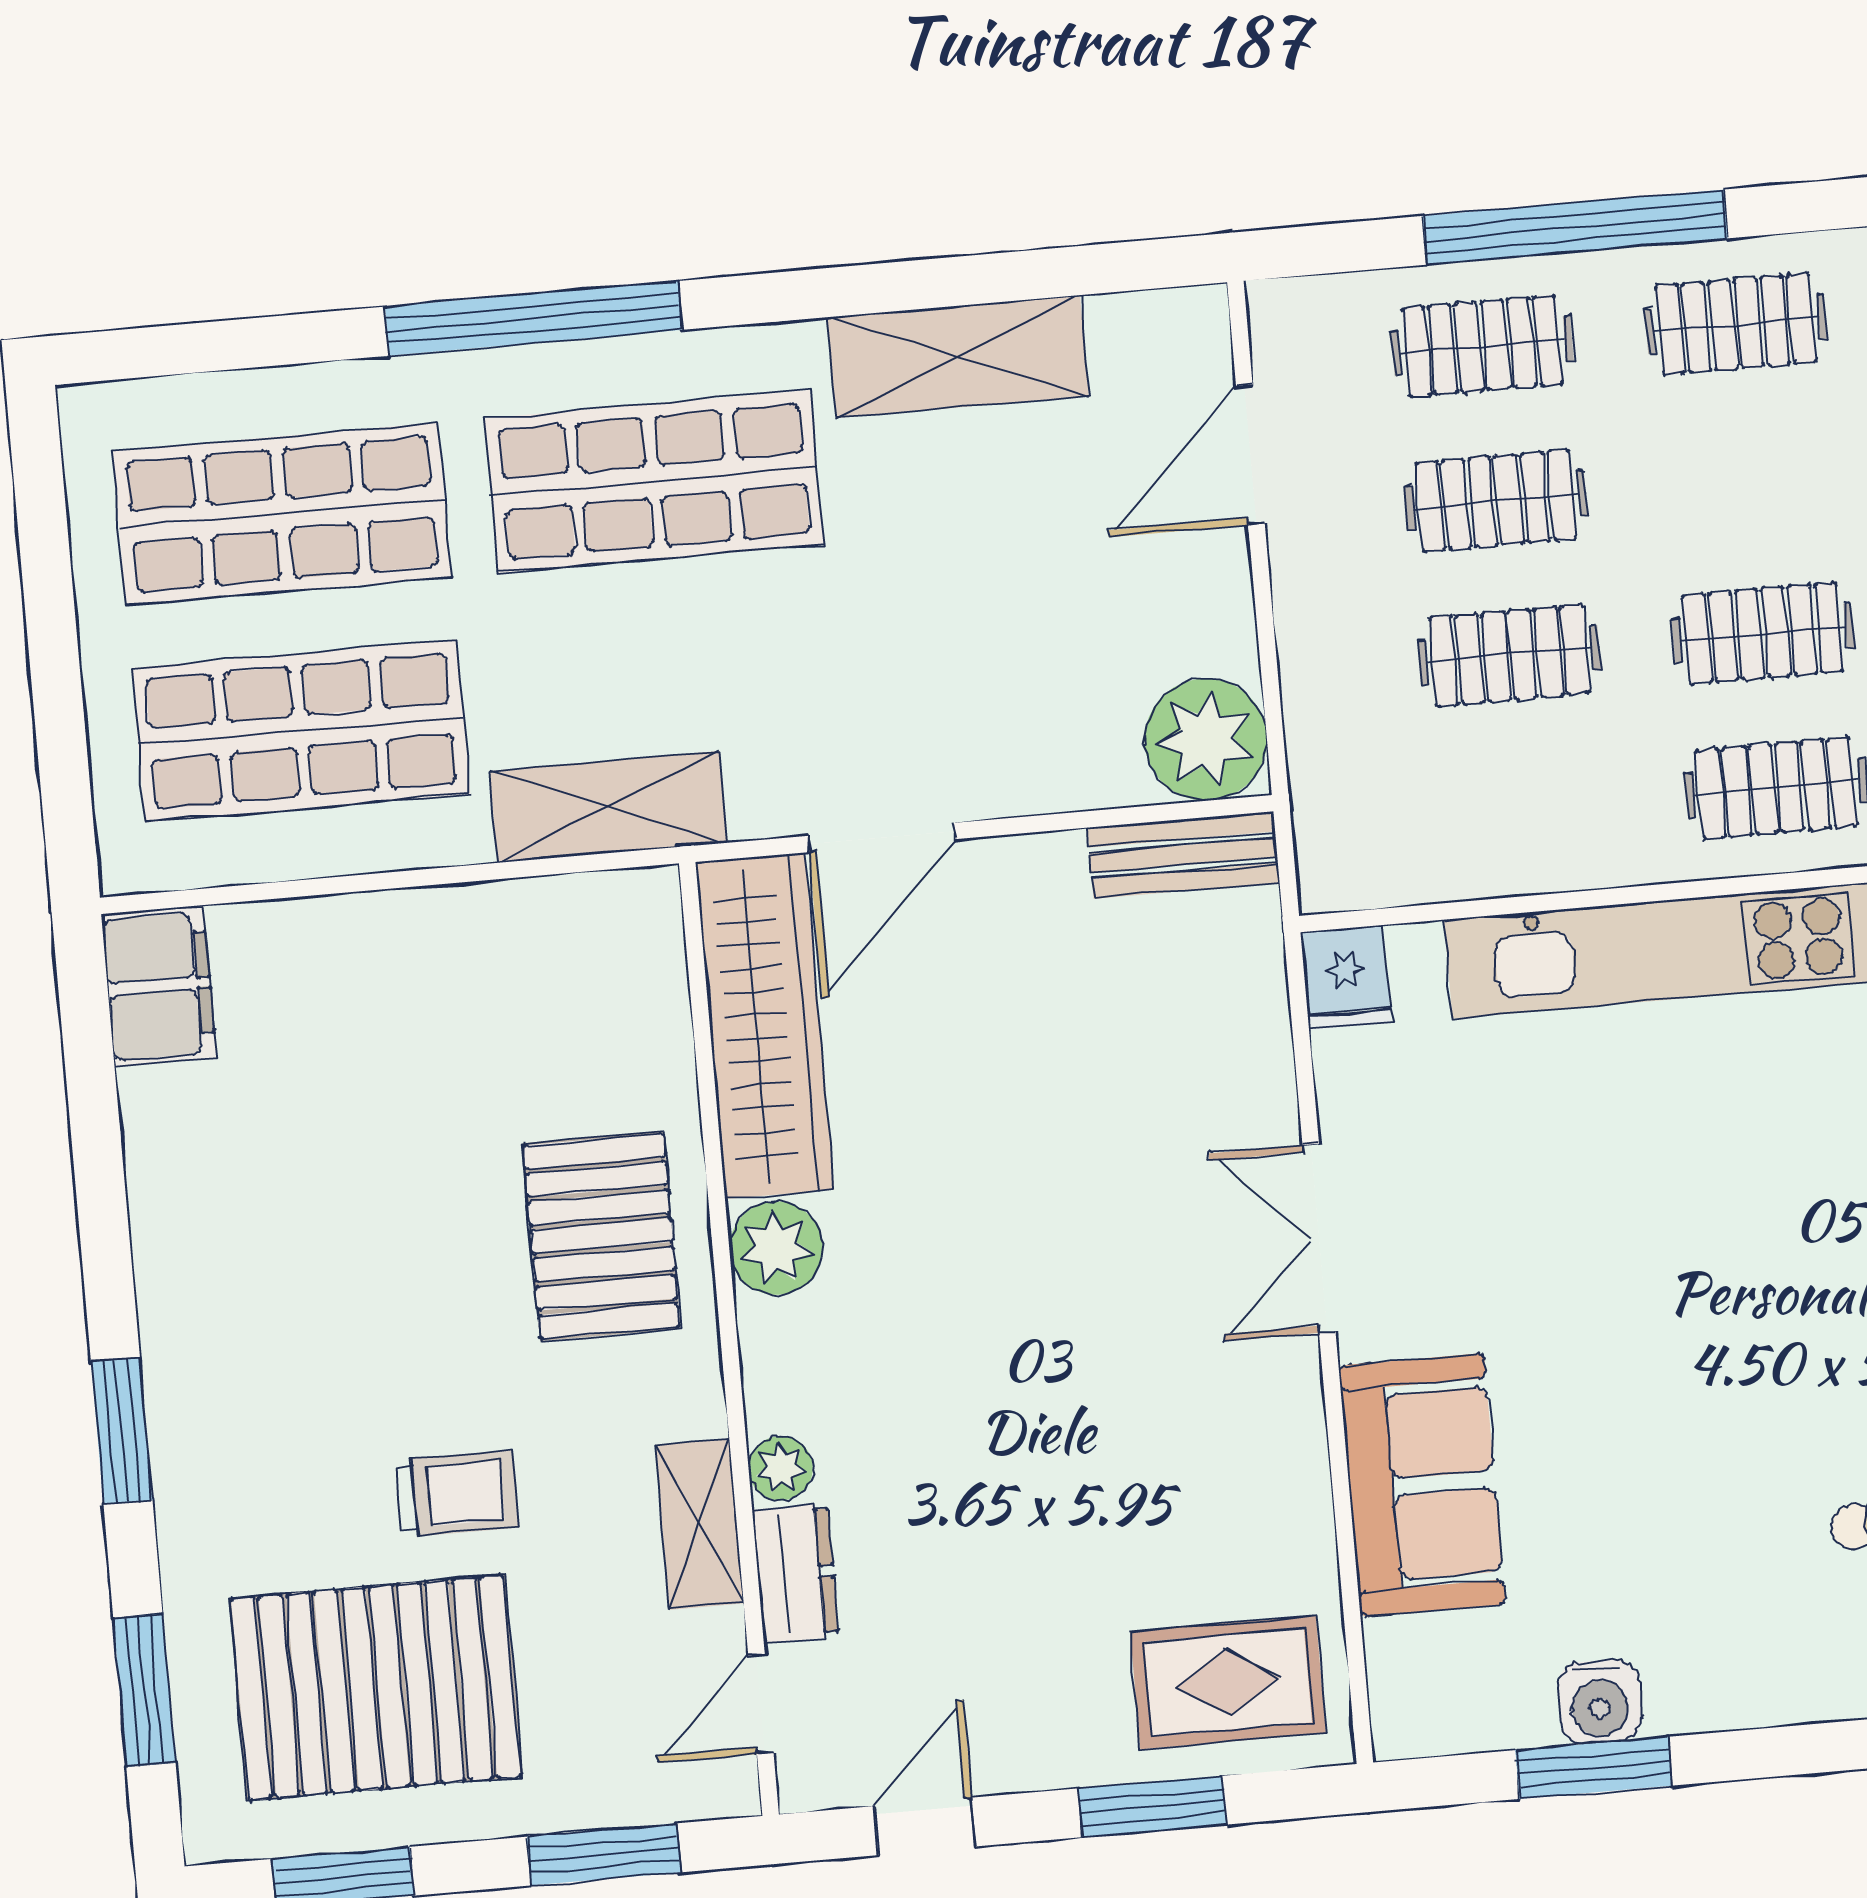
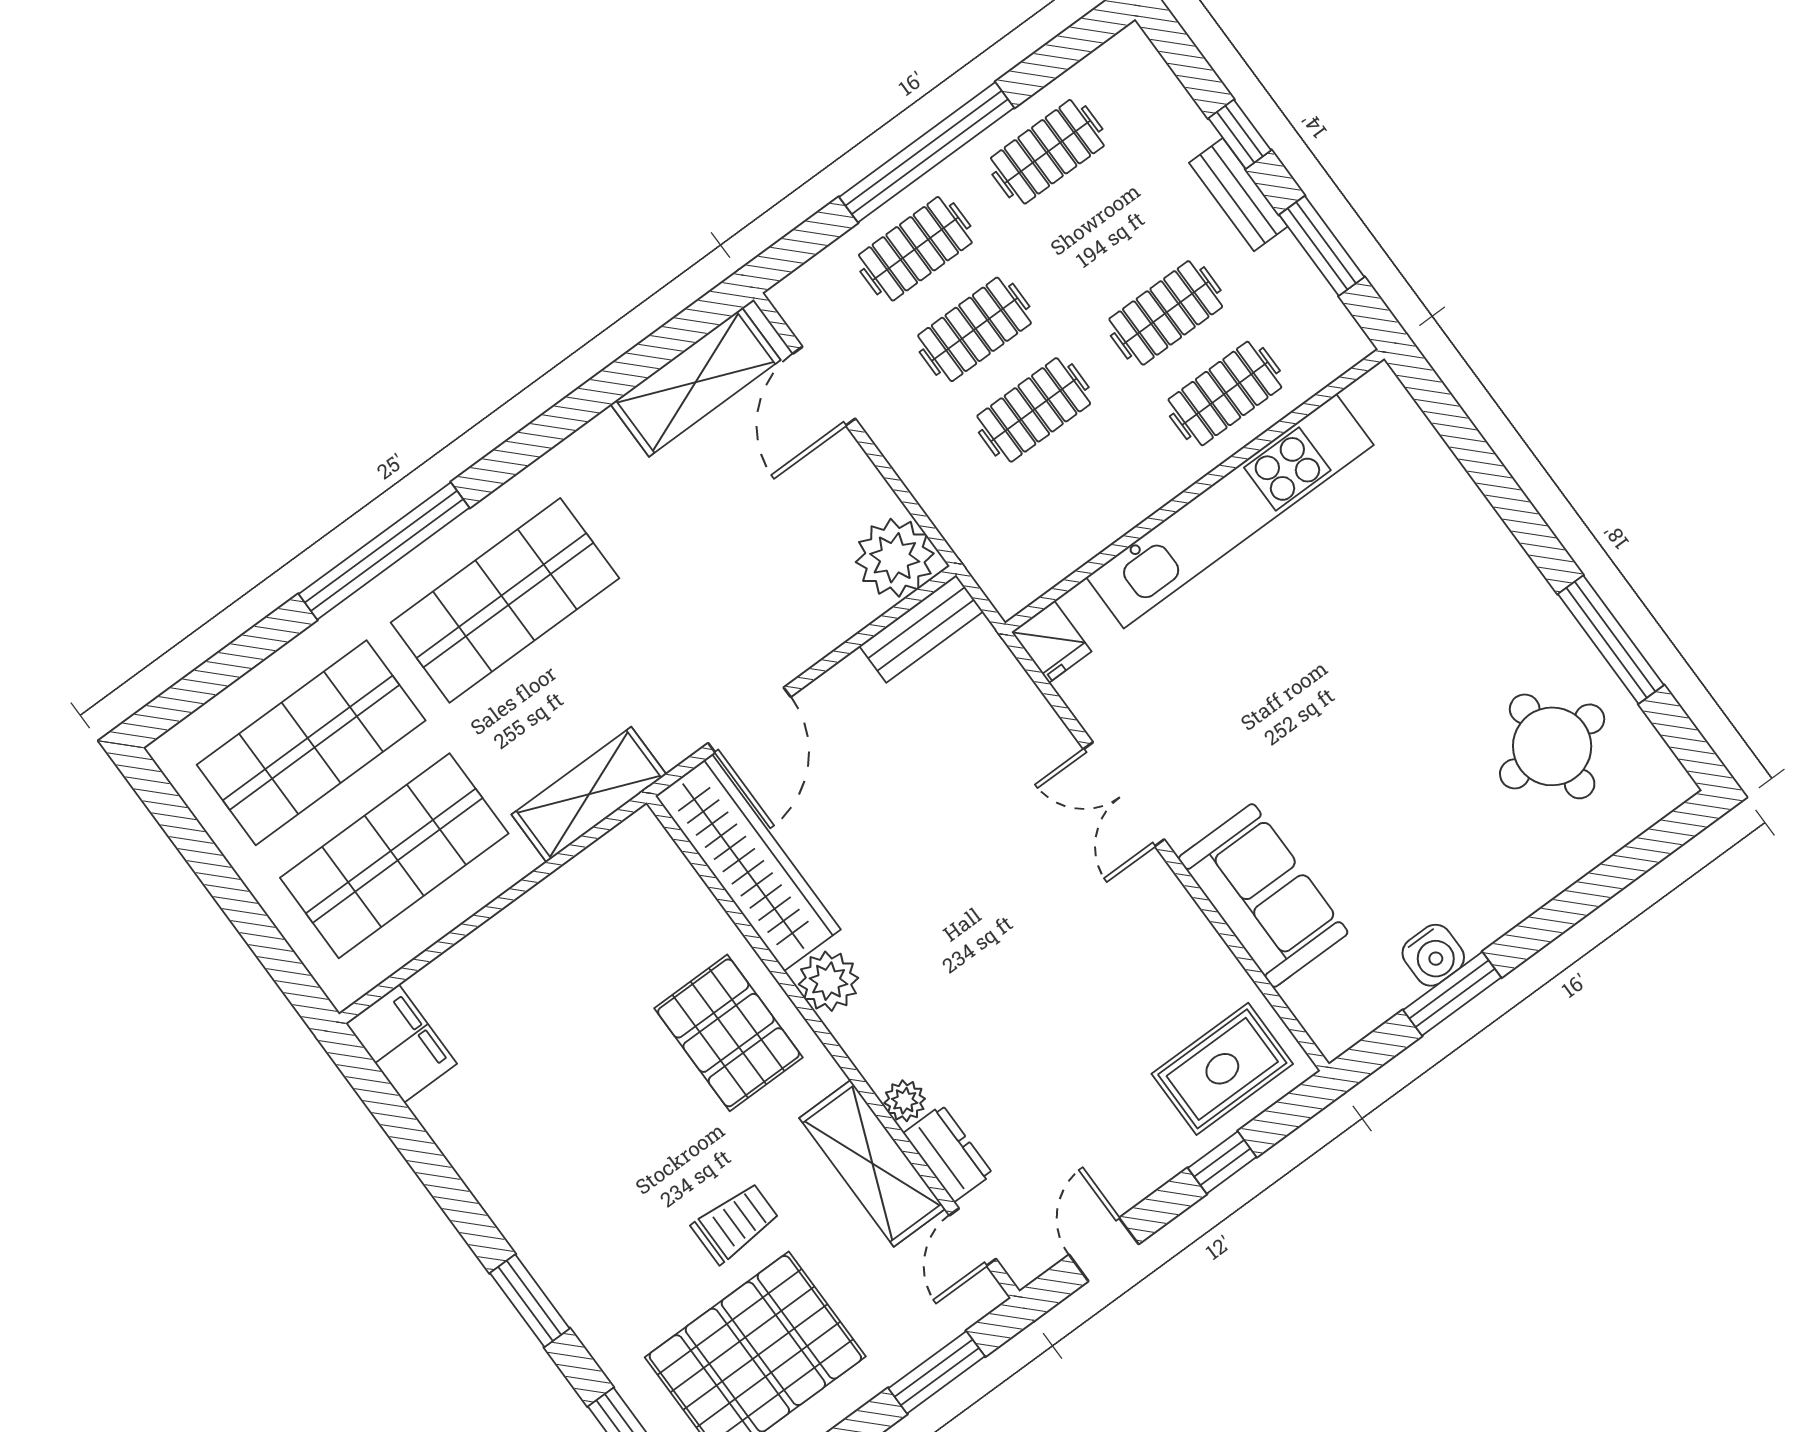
shelving: (958, 357) -> (695, 382), moved
shelving: (700, 1524) -> (872, 1163), width x1.50, depth x1.33
window: (1152, 1806) -> (1222, 1163), width x0.67

